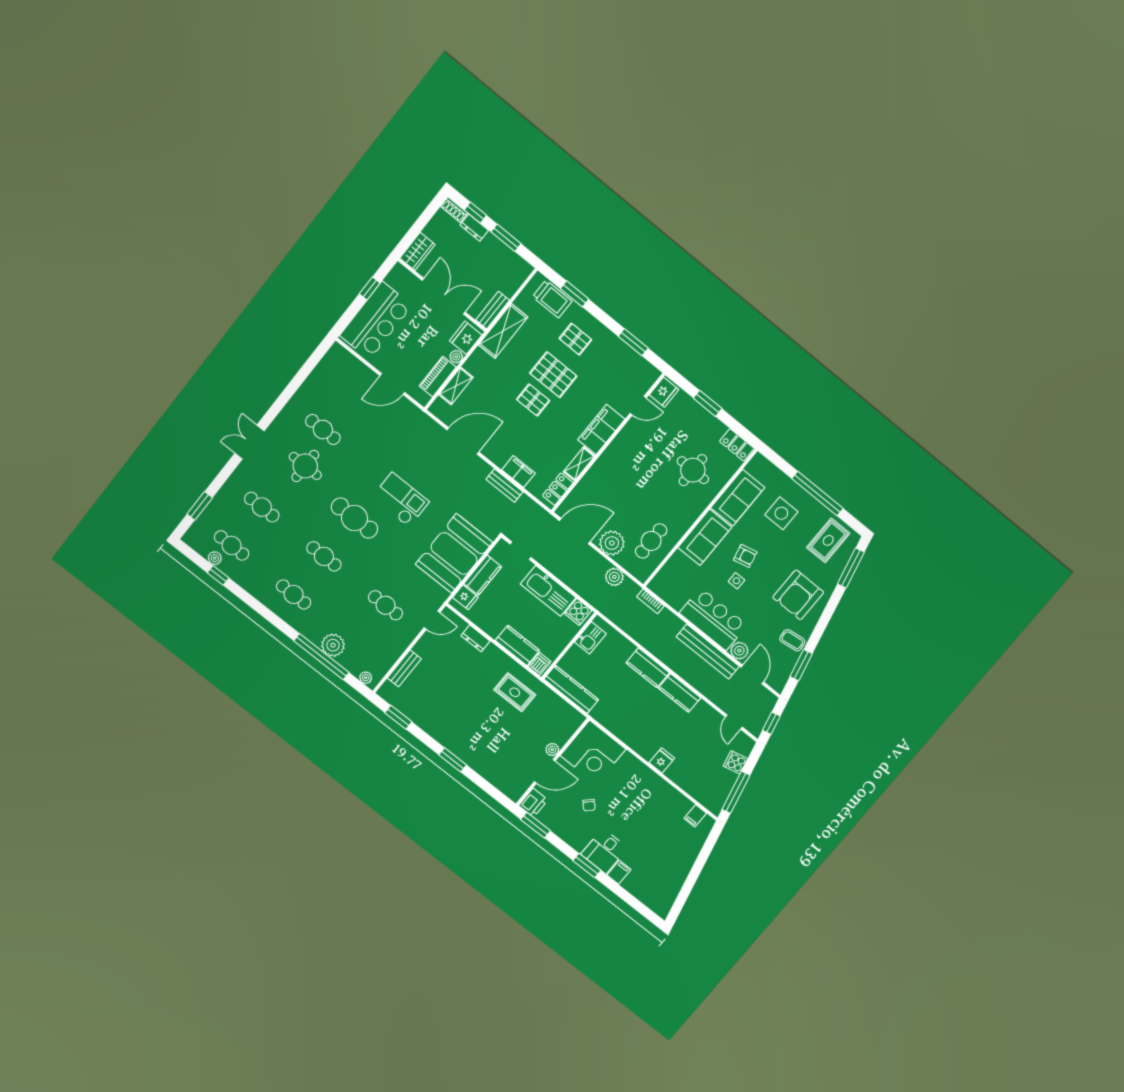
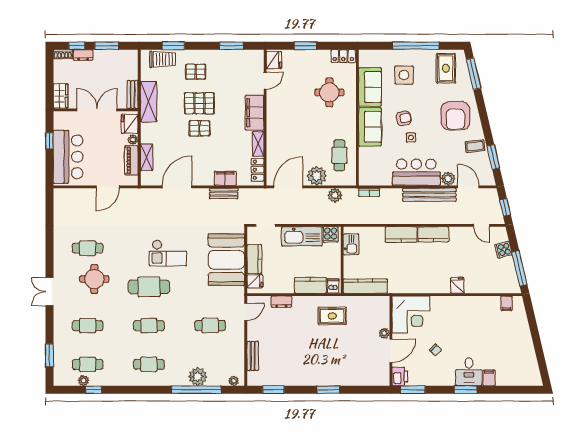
checkout: (401, 500) -> (168, 253), turned 180

